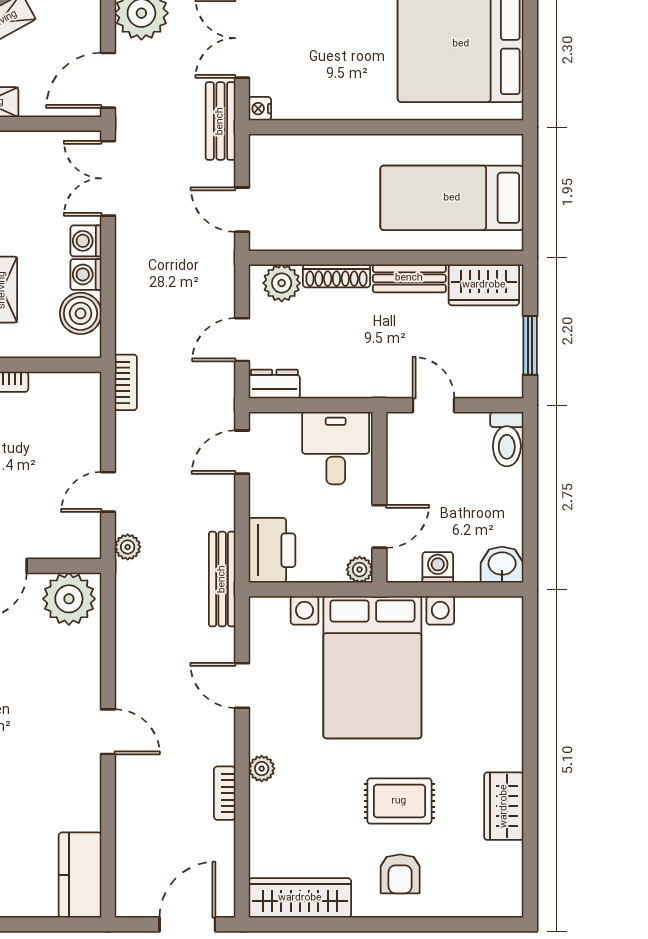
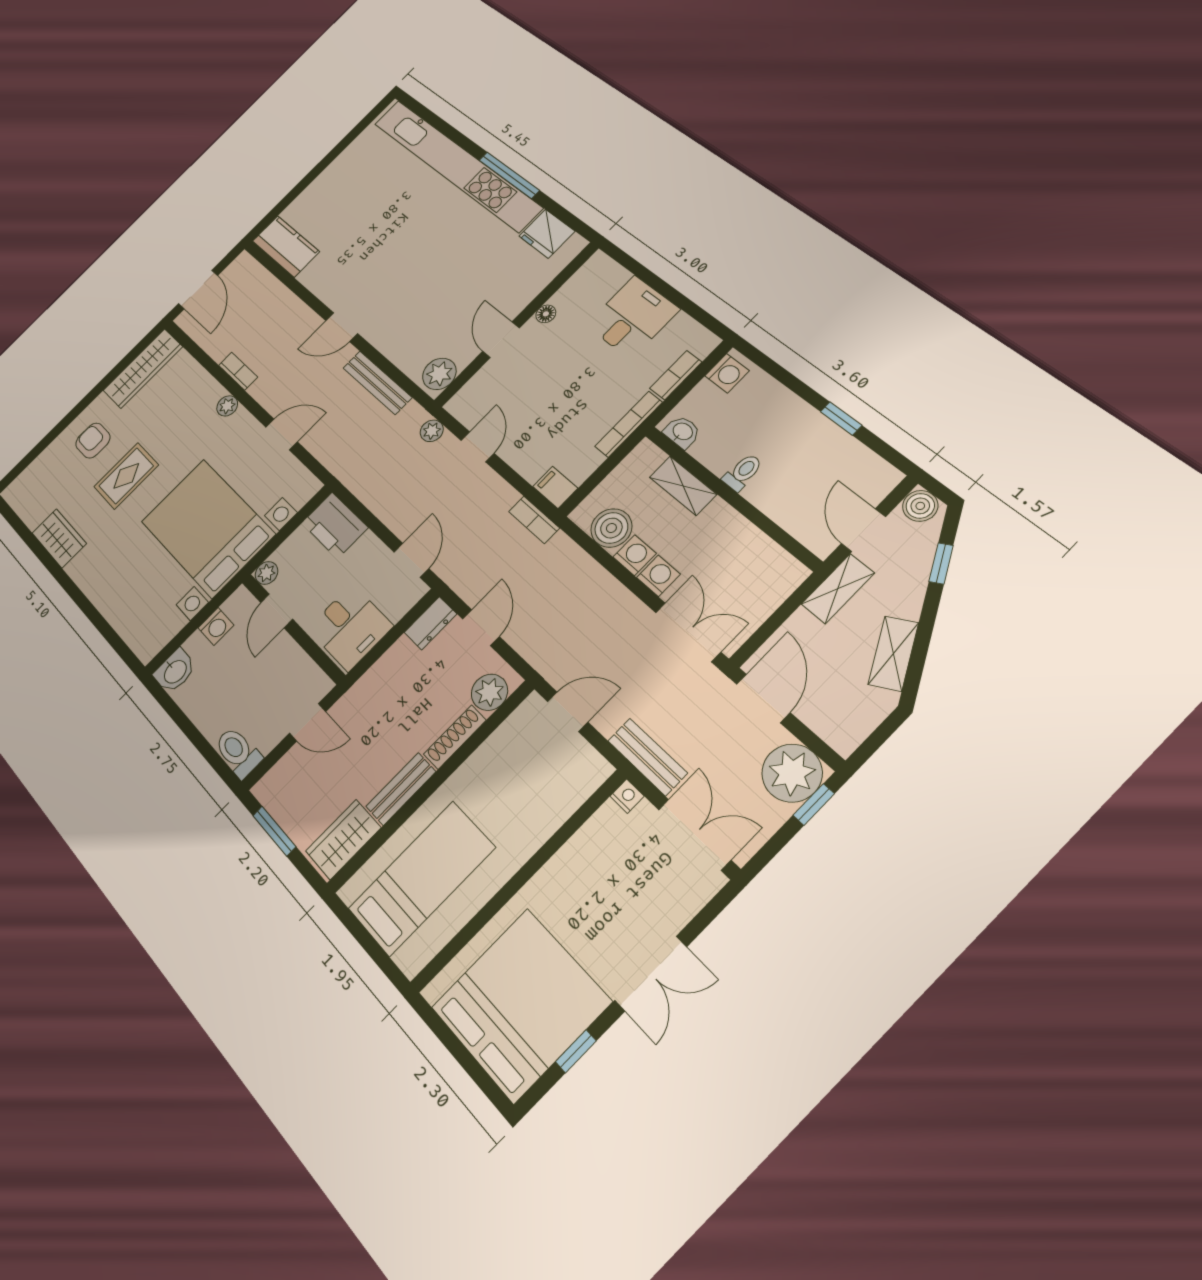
filing cabinet: (87, 391) -> (555, 487), added
bench: (222, 579) -> (377, 383), moved
plant: (69, 599) -> (439, 374), width x0.73, depth x0.73

